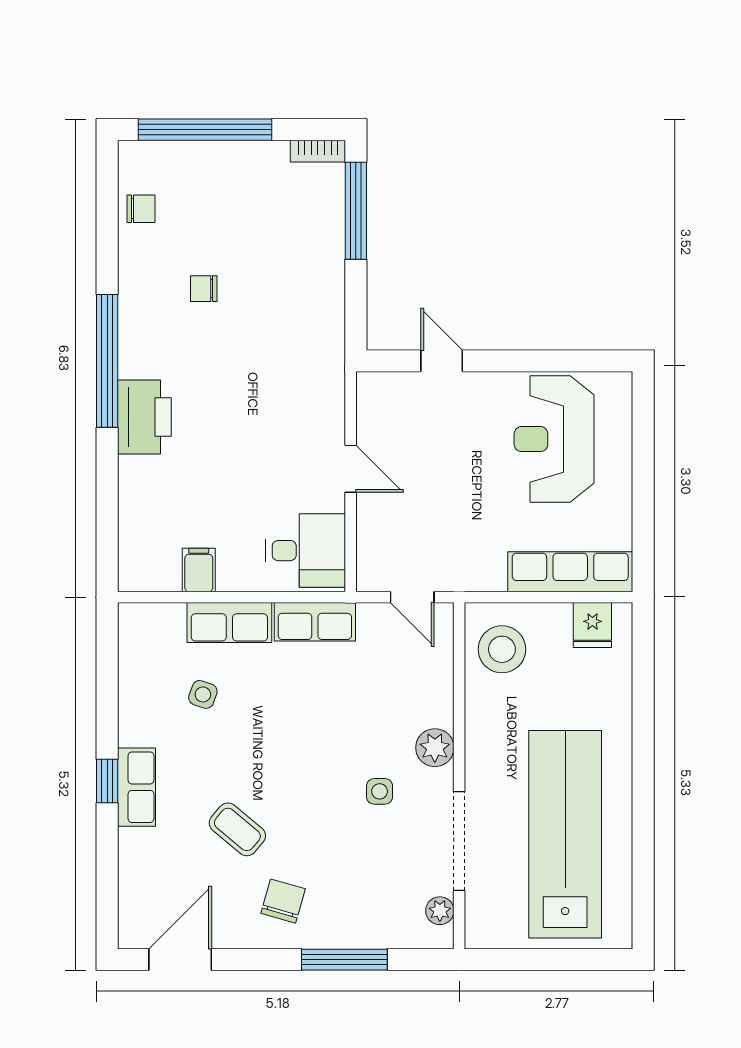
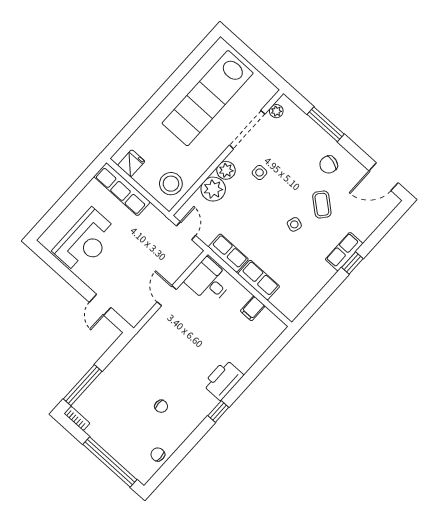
window: (107, 361) -> (218, 411), width x0.32
side table: (203, 694) -> (294, 224), moved
plant: (428, 700) -> (213, 189), added

